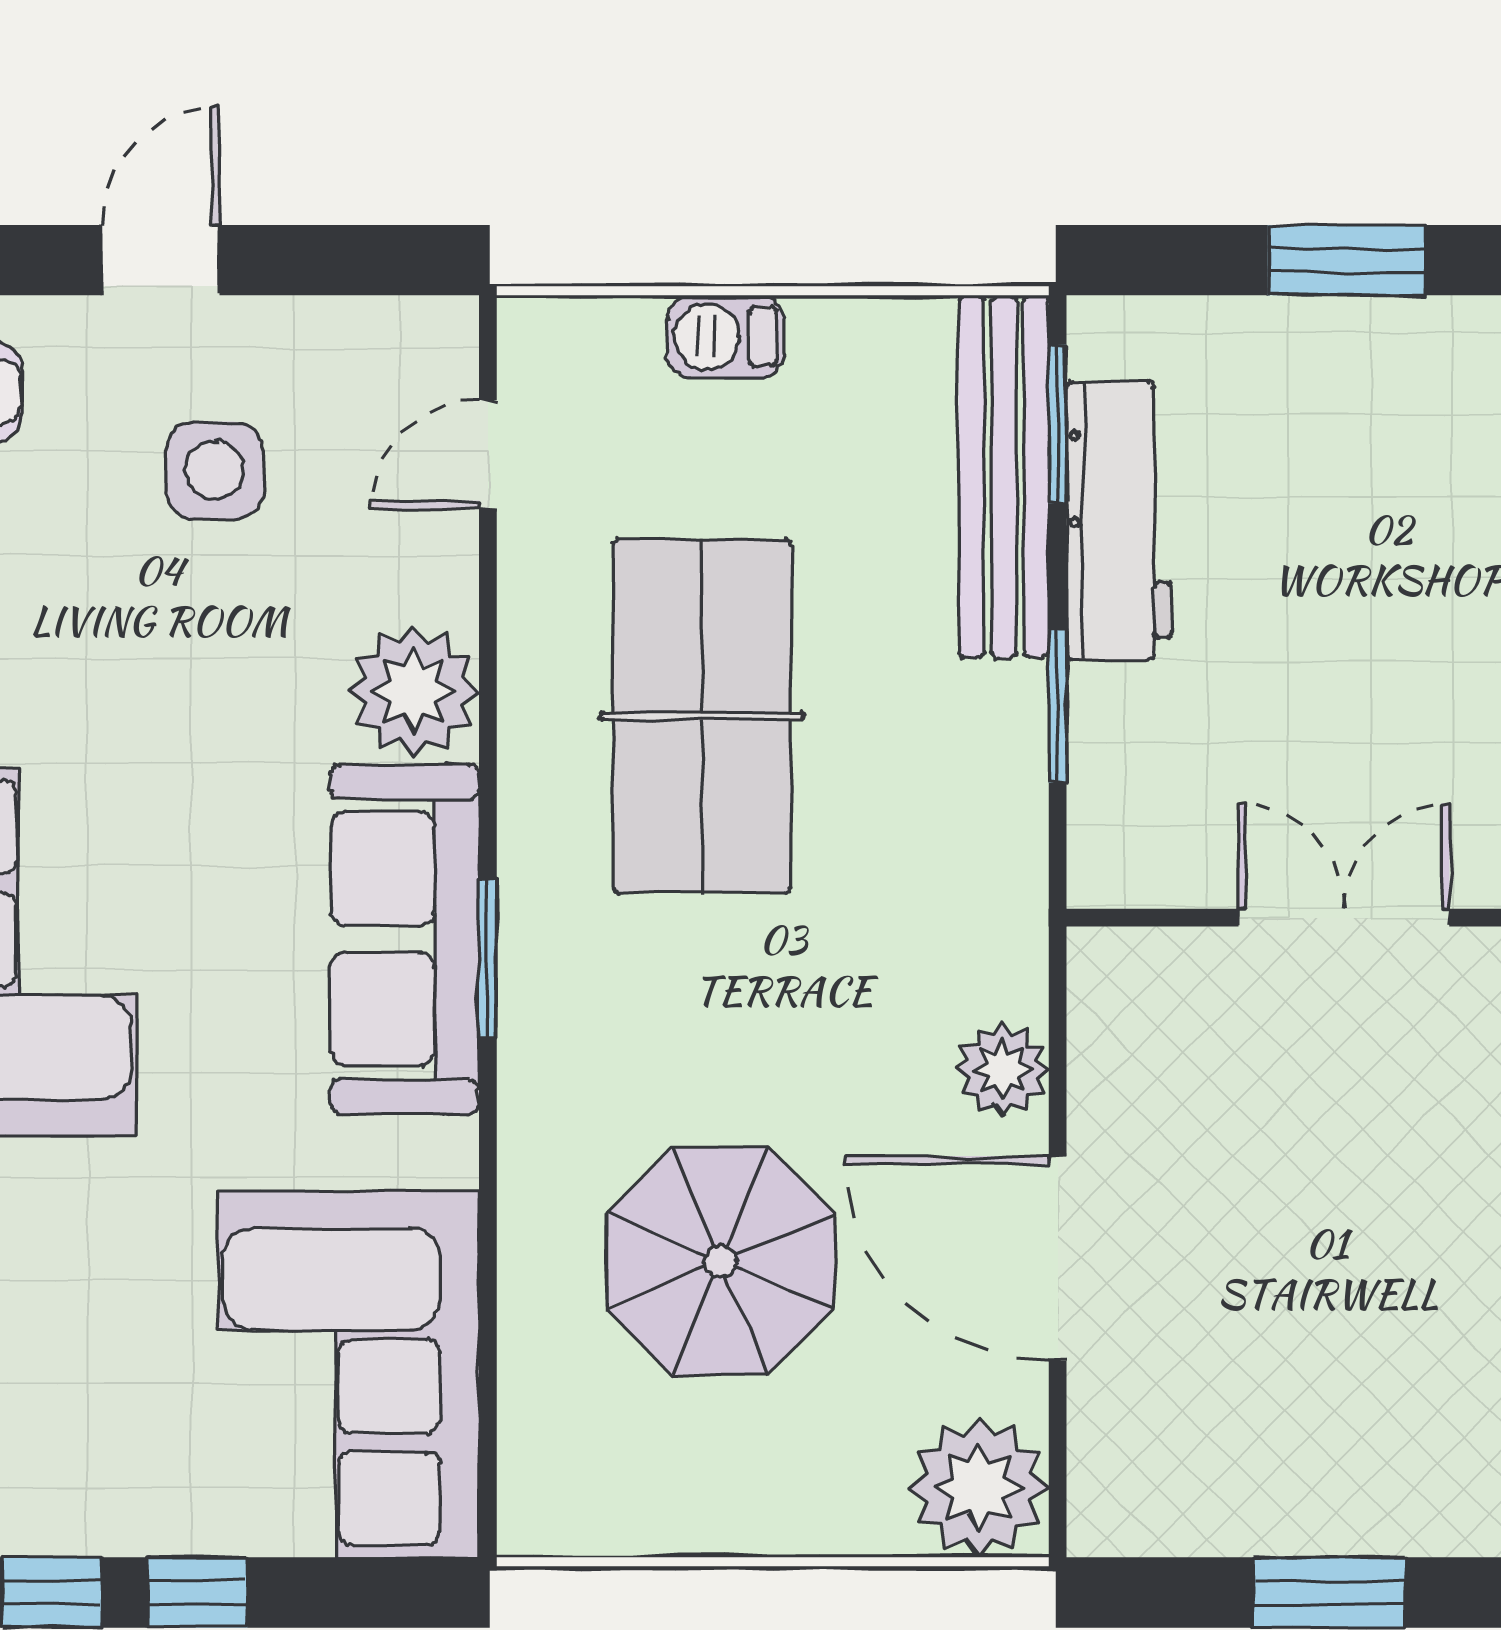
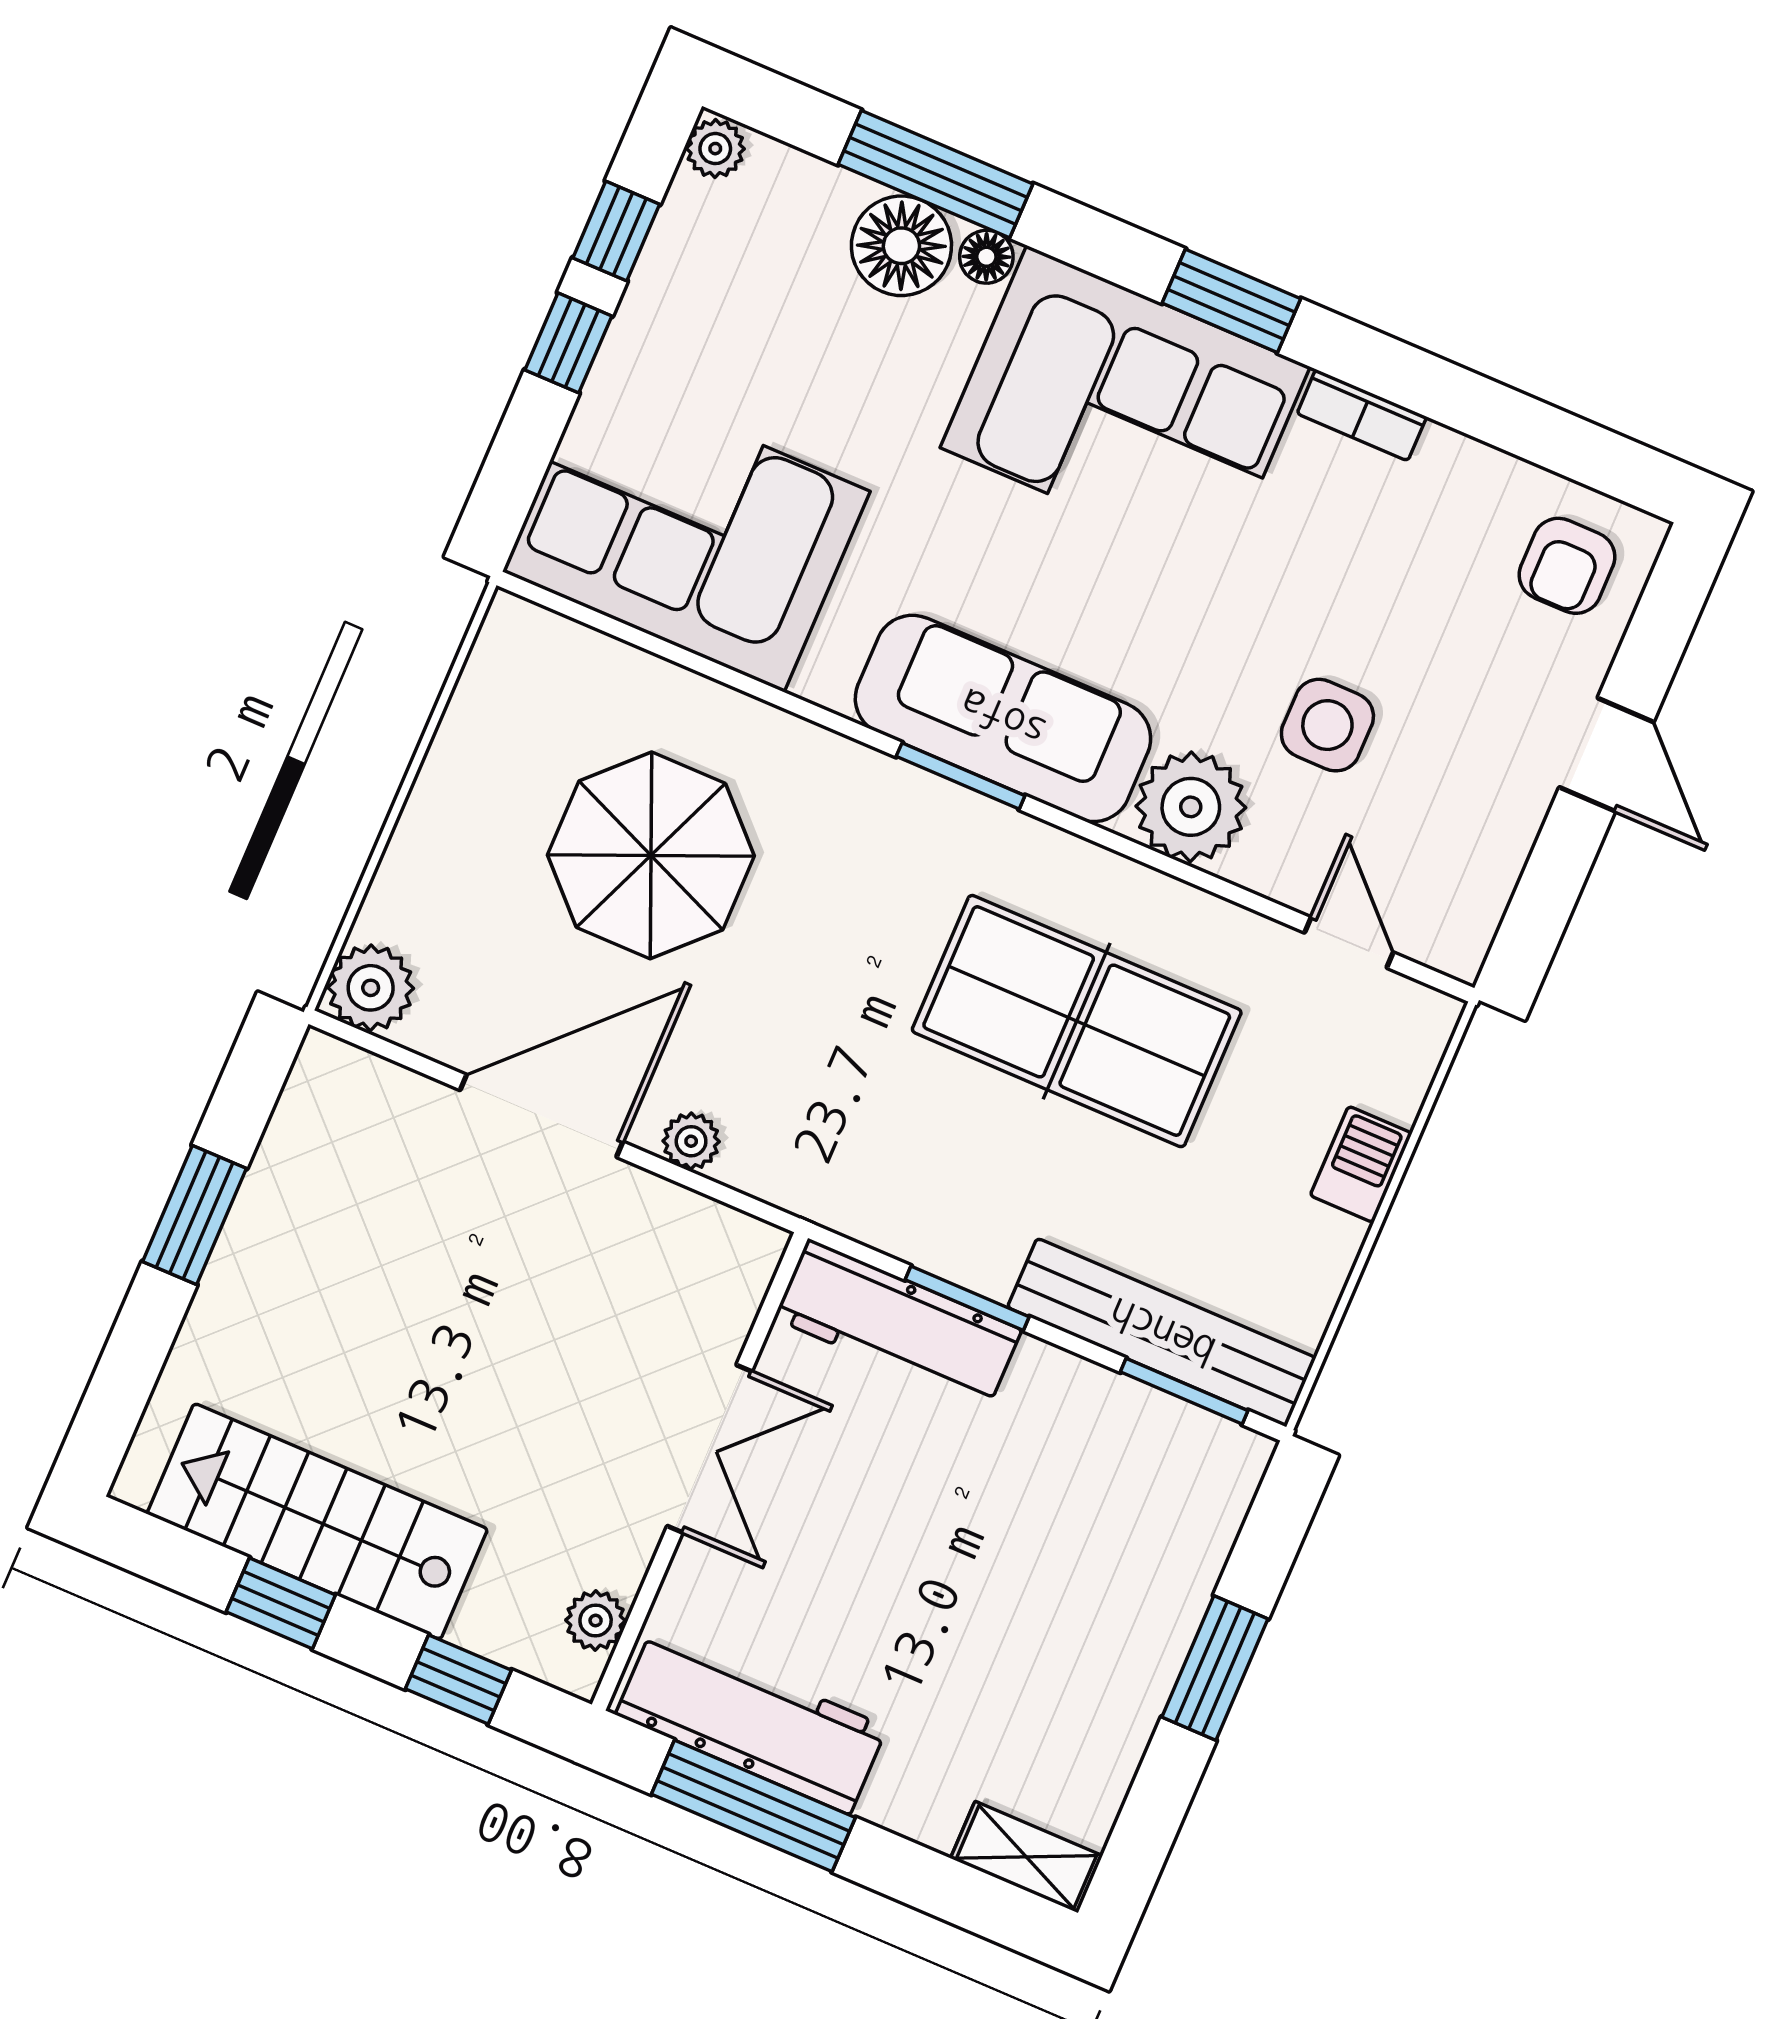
side table: (214, 470) -> (1327, 725), moved
workbench: (1119, 521) -> (898, 1324), moved
plant: (1002, 1070) -> (691, 1141), width x0.73, depth x0.73
plant: (979, 1487) -> (371, 988), width x0.73, depth x0.73

